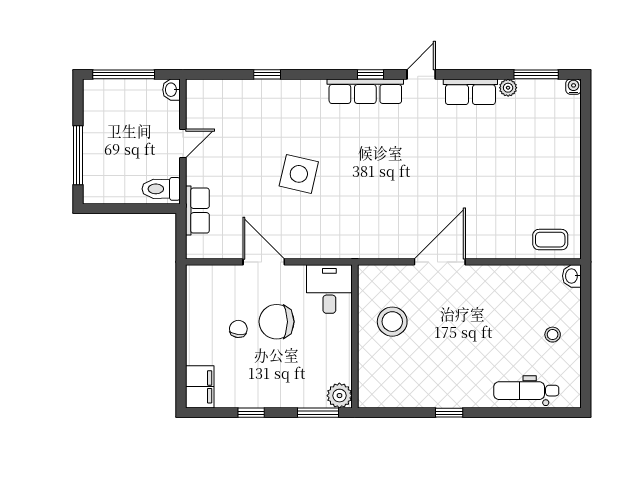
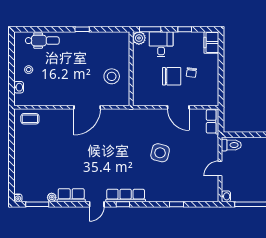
row of seats: (197, 211) -> (213, 121), moved
washbasin: (572, 276) -> (19, 87), moved
desk: (329, 289) -> (161, 44), moved, turned 180

